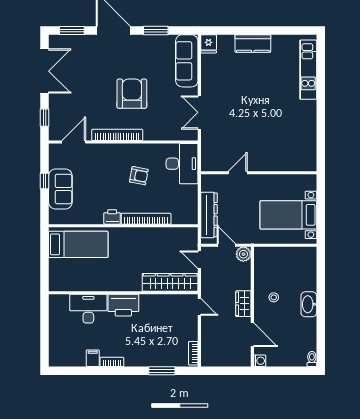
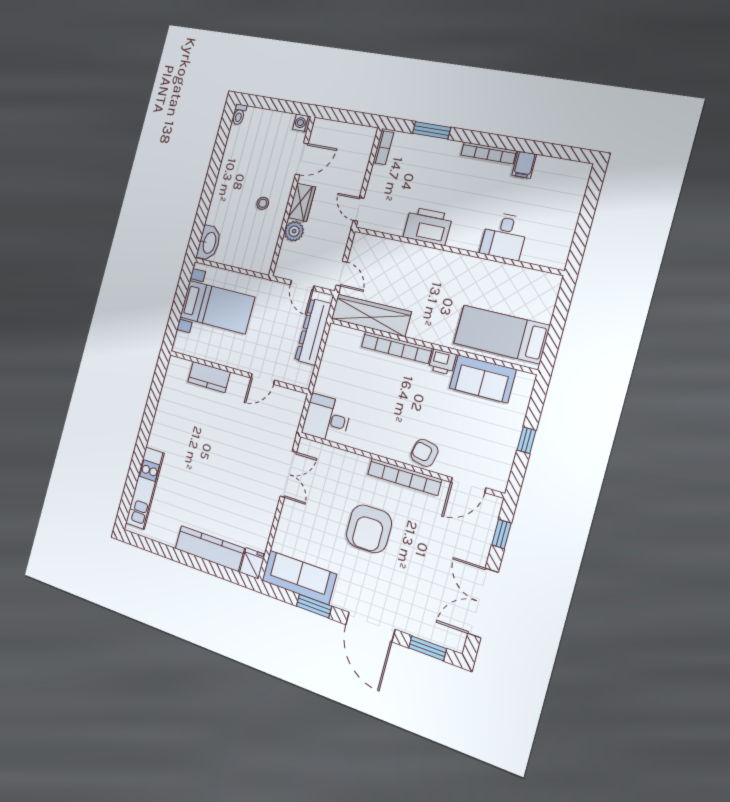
kitchen counter: (253, 44) -> (210, 548), width x1.50
sofa: (187, 61) -> (299, 577), moved, turned -90
kitchen counter: (280, 163) -> (209, 377), added
desk: (182, 164) -> (327, 419), width x0.73
armchair: (139, 176) -> (425, 453), moved
sofa: (60, 189) -> (483, 379), moved, turned -90
plant: (243, 254) -> (294, 231), moved
wardrobe: (170, 282) -> (371, 315), moved, turned 180
washbasin: (309, 304) -> (209, 243), moved
printer: (123, 305) -> (428, 226), moved
desk: (88, 309) -> (504, 236), width x0.73
door: (252, 335) -> (302, 159), swing flipped
bookcase: (112, 362) -> (489, 153), width x1.56

